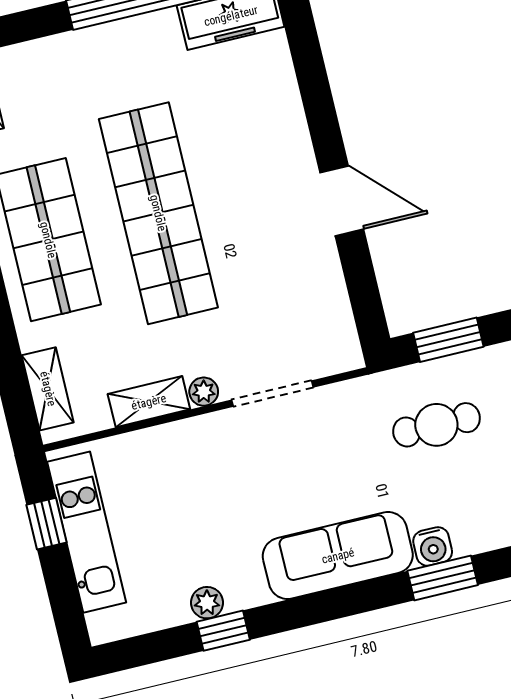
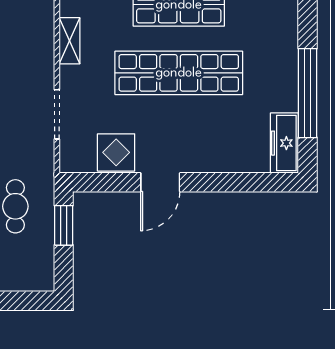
display table: (311, 283) -> (116, 152), added
plant: (204, 392) -> (68, 74), removed

